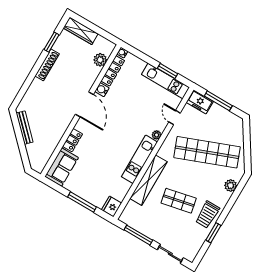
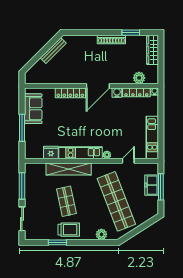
window: (168, 71) -> (161, 135), removed
freezer: (200, 102) -> (152, 185), moved
locker: (73, 140) -> (70, 93), width x1.53
sofa: (62, 167) -> (33, 109), moved, turned -90
fridge: (112, 207) -> (51, 153), moved
trolley: (207, 215) -> (69, 230), turned 180

